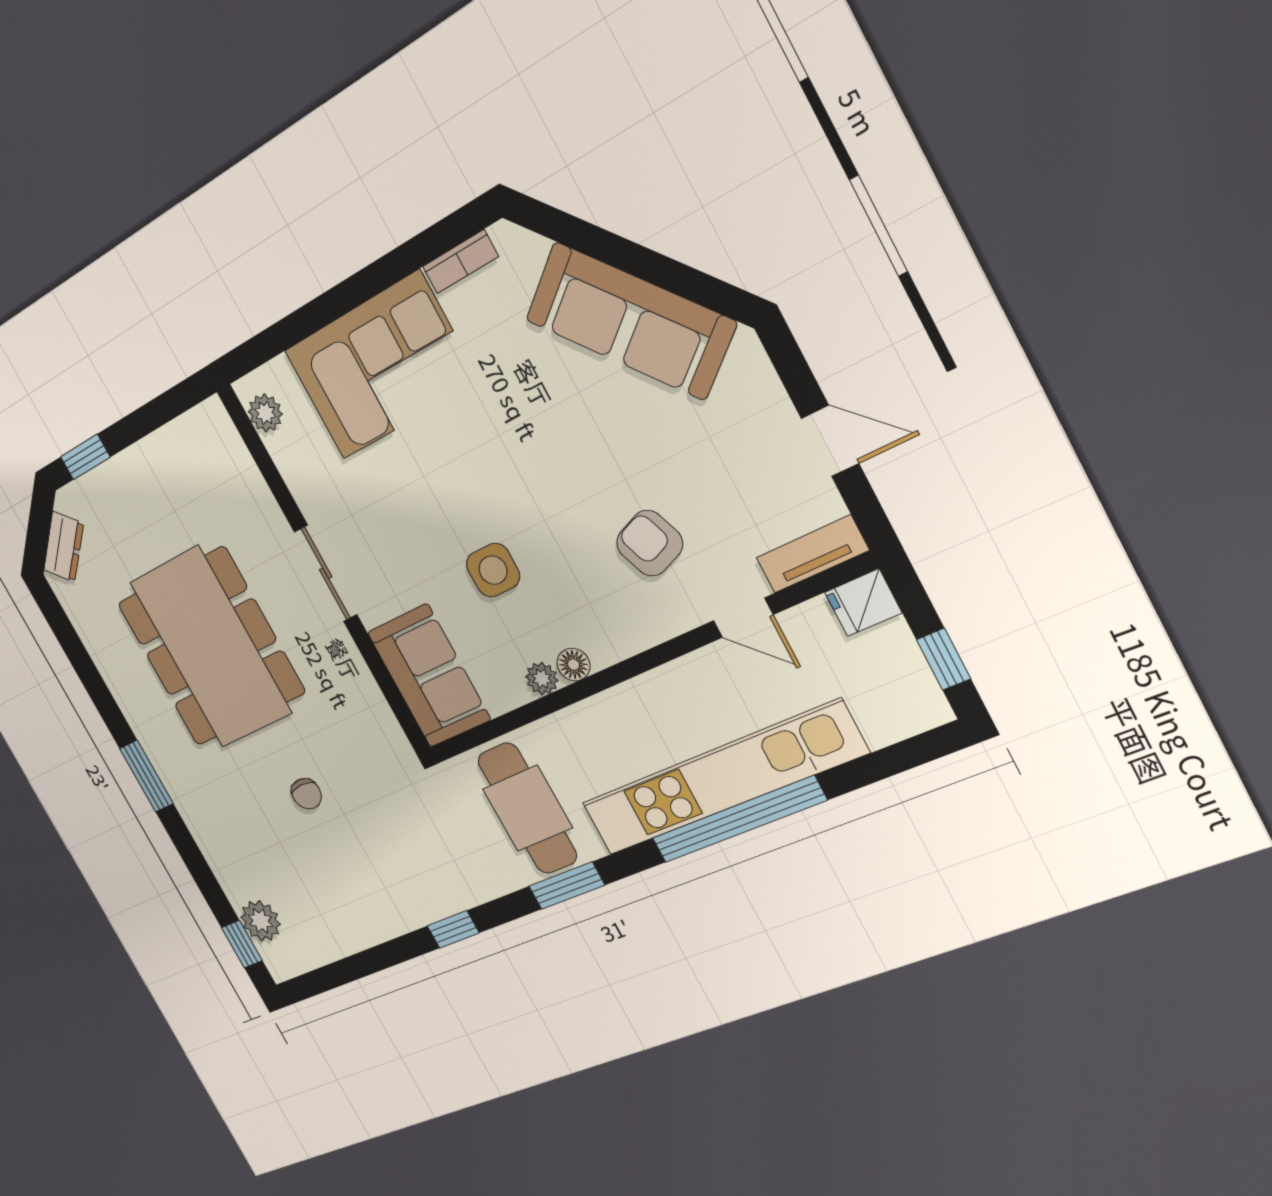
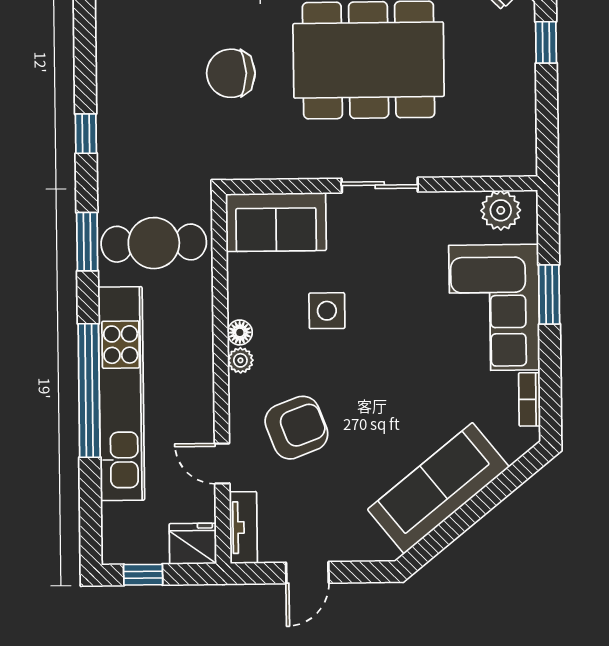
window: (330, 306) -> (549, 294), added
plant: (265, 413) -> (501, 210), width x1.38, depth x1.38
armchair: (650, 543) -> (296, 428), width x1.38, depth x1.38
fridge: (863, 603) -> (193, 544), width x1.38
door: (743, 618) -> (222, 463), hinge flipped
plant: (542, 679) -> (240, 360), moved
chair: (307, 794) -> (231, 73), width x1.87, depth x1.87

